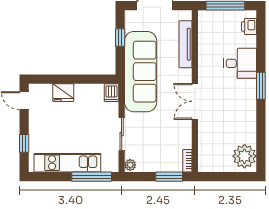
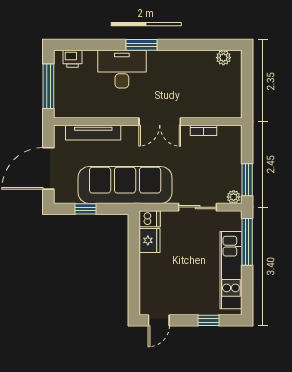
desk: (240, 63) -> (122, 69), width x1.37
fridge: (63, 93) -> (149, 240), moved
plant: (244, 156) -> (223, 58), width x0.53, depth x0.53
bookcase: (187, 161) -> (204, 130), moved
window: (169, 177) -> (247, 180), moved

